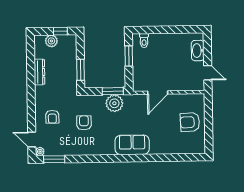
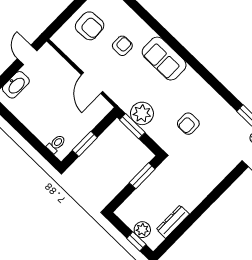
window: (60, 31) -> (136, 241), moved
dresser: (39, 72) -> (173, 222), moved
door: (158, 93) -> (92, 83), swing flipped
armchair: (52, 117) -> (122, 46), moved

